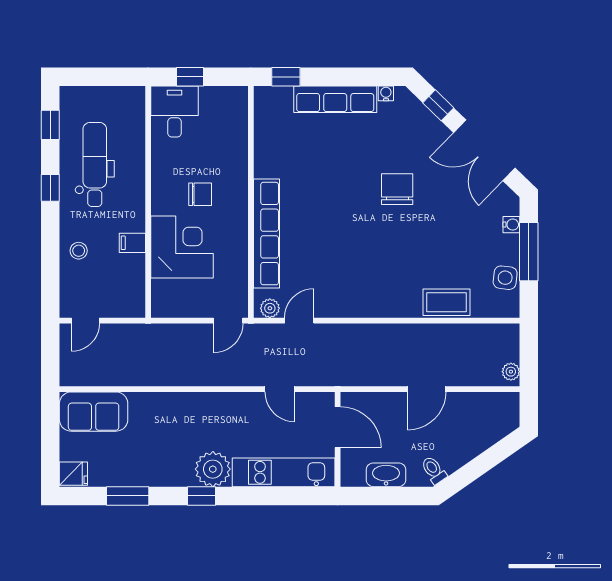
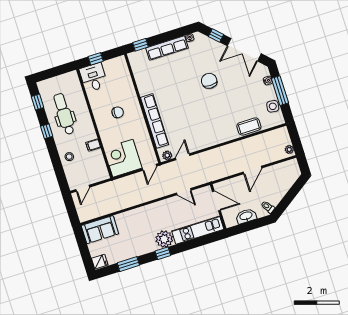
corner desk: (182, 247) -> (123, 158), moved, turned -90

